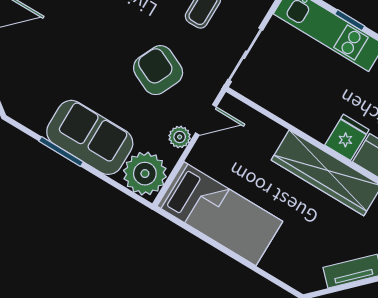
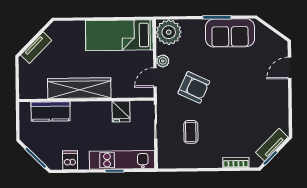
sofa: (90, 137) -> (230, 33), moved
fridge: (347, 137) -> (121, 111), moved

